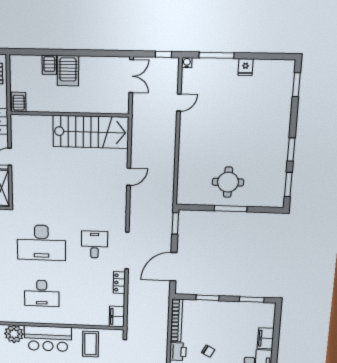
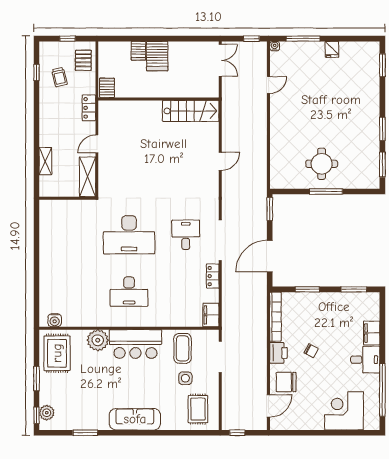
stairs: (91, 132) -> (191, 111), width x0.73, depth x0.66

